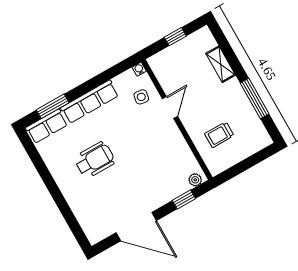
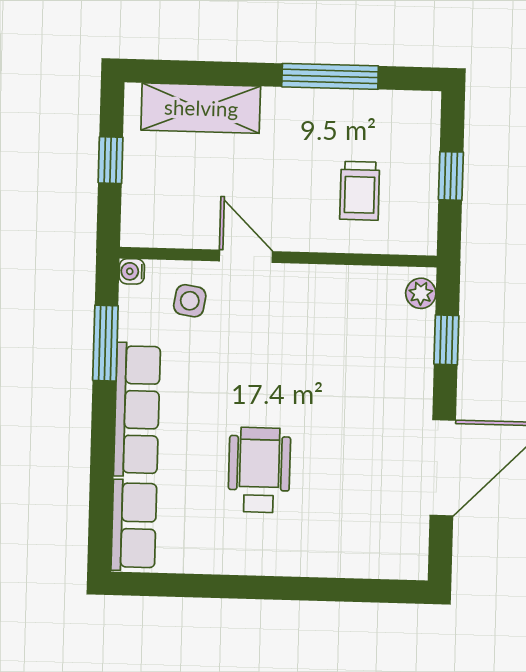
shelving: (221, 64) -> (201, 108), width x1.50, depth x1.33
window: (53, 106) -> (105, 343), moved
window: (245, 165) -> (451, 176), added

